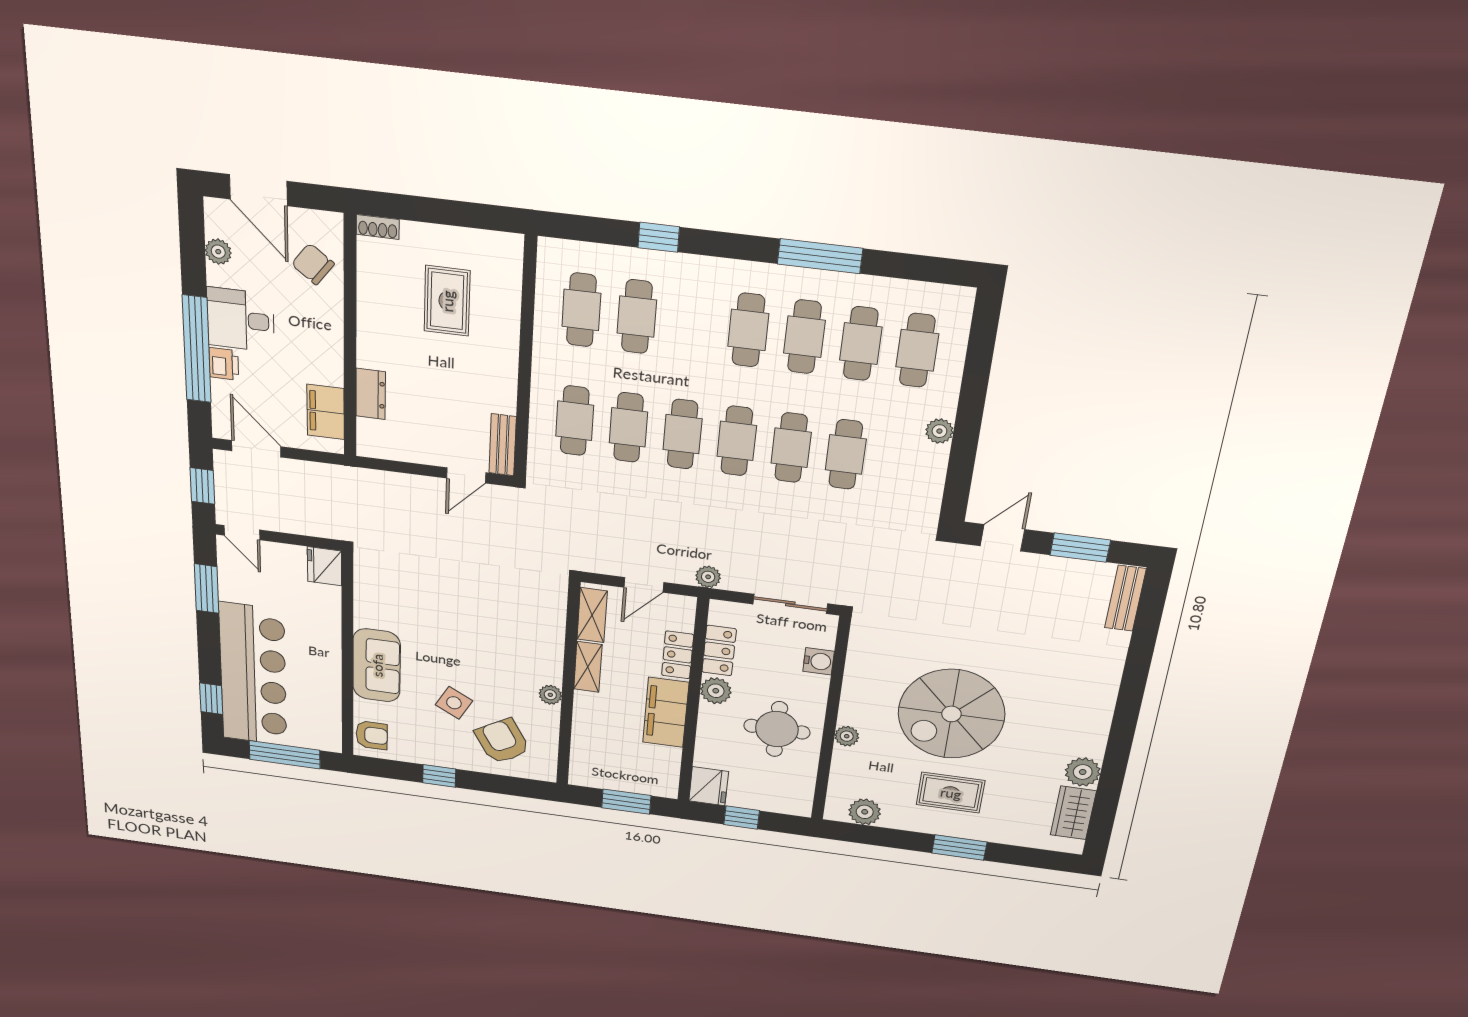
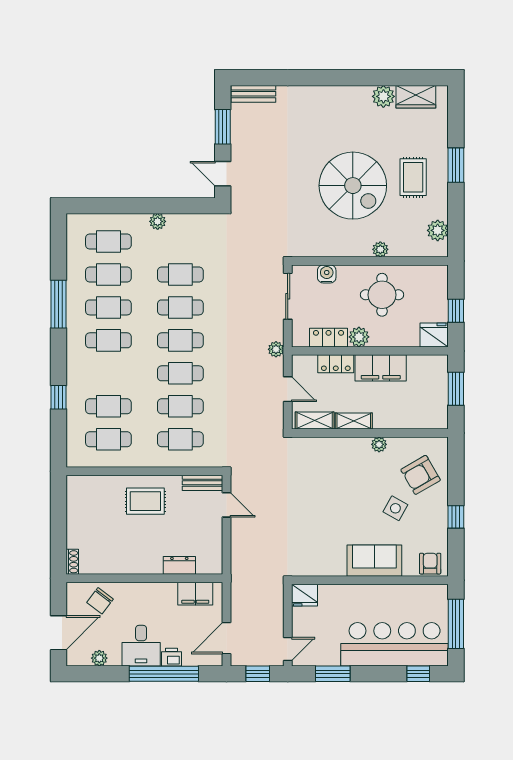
rug: (447, 301) -> (145, 501), moved

